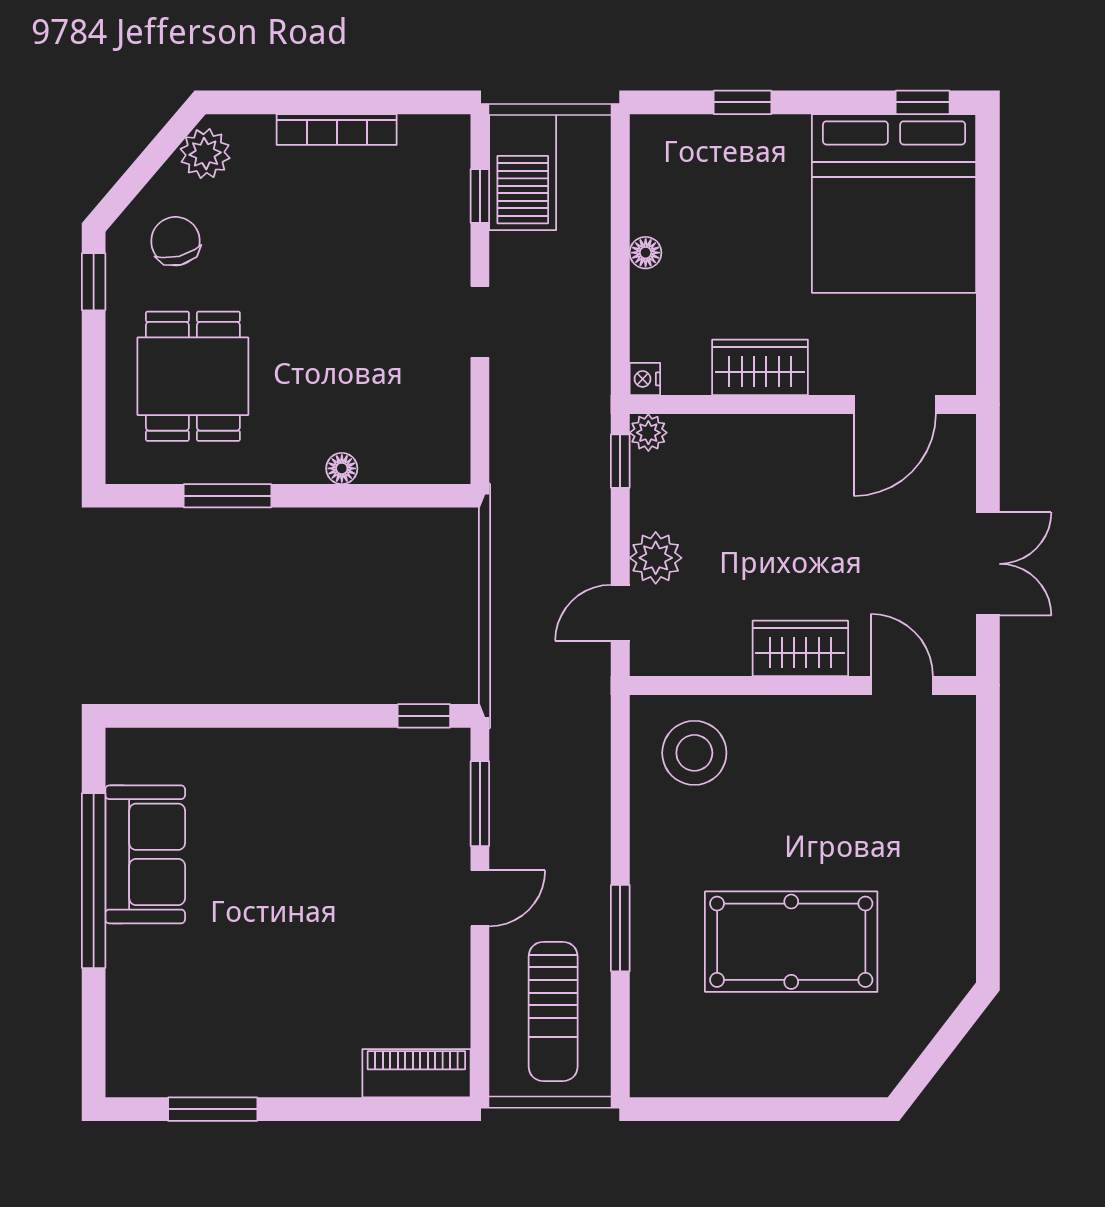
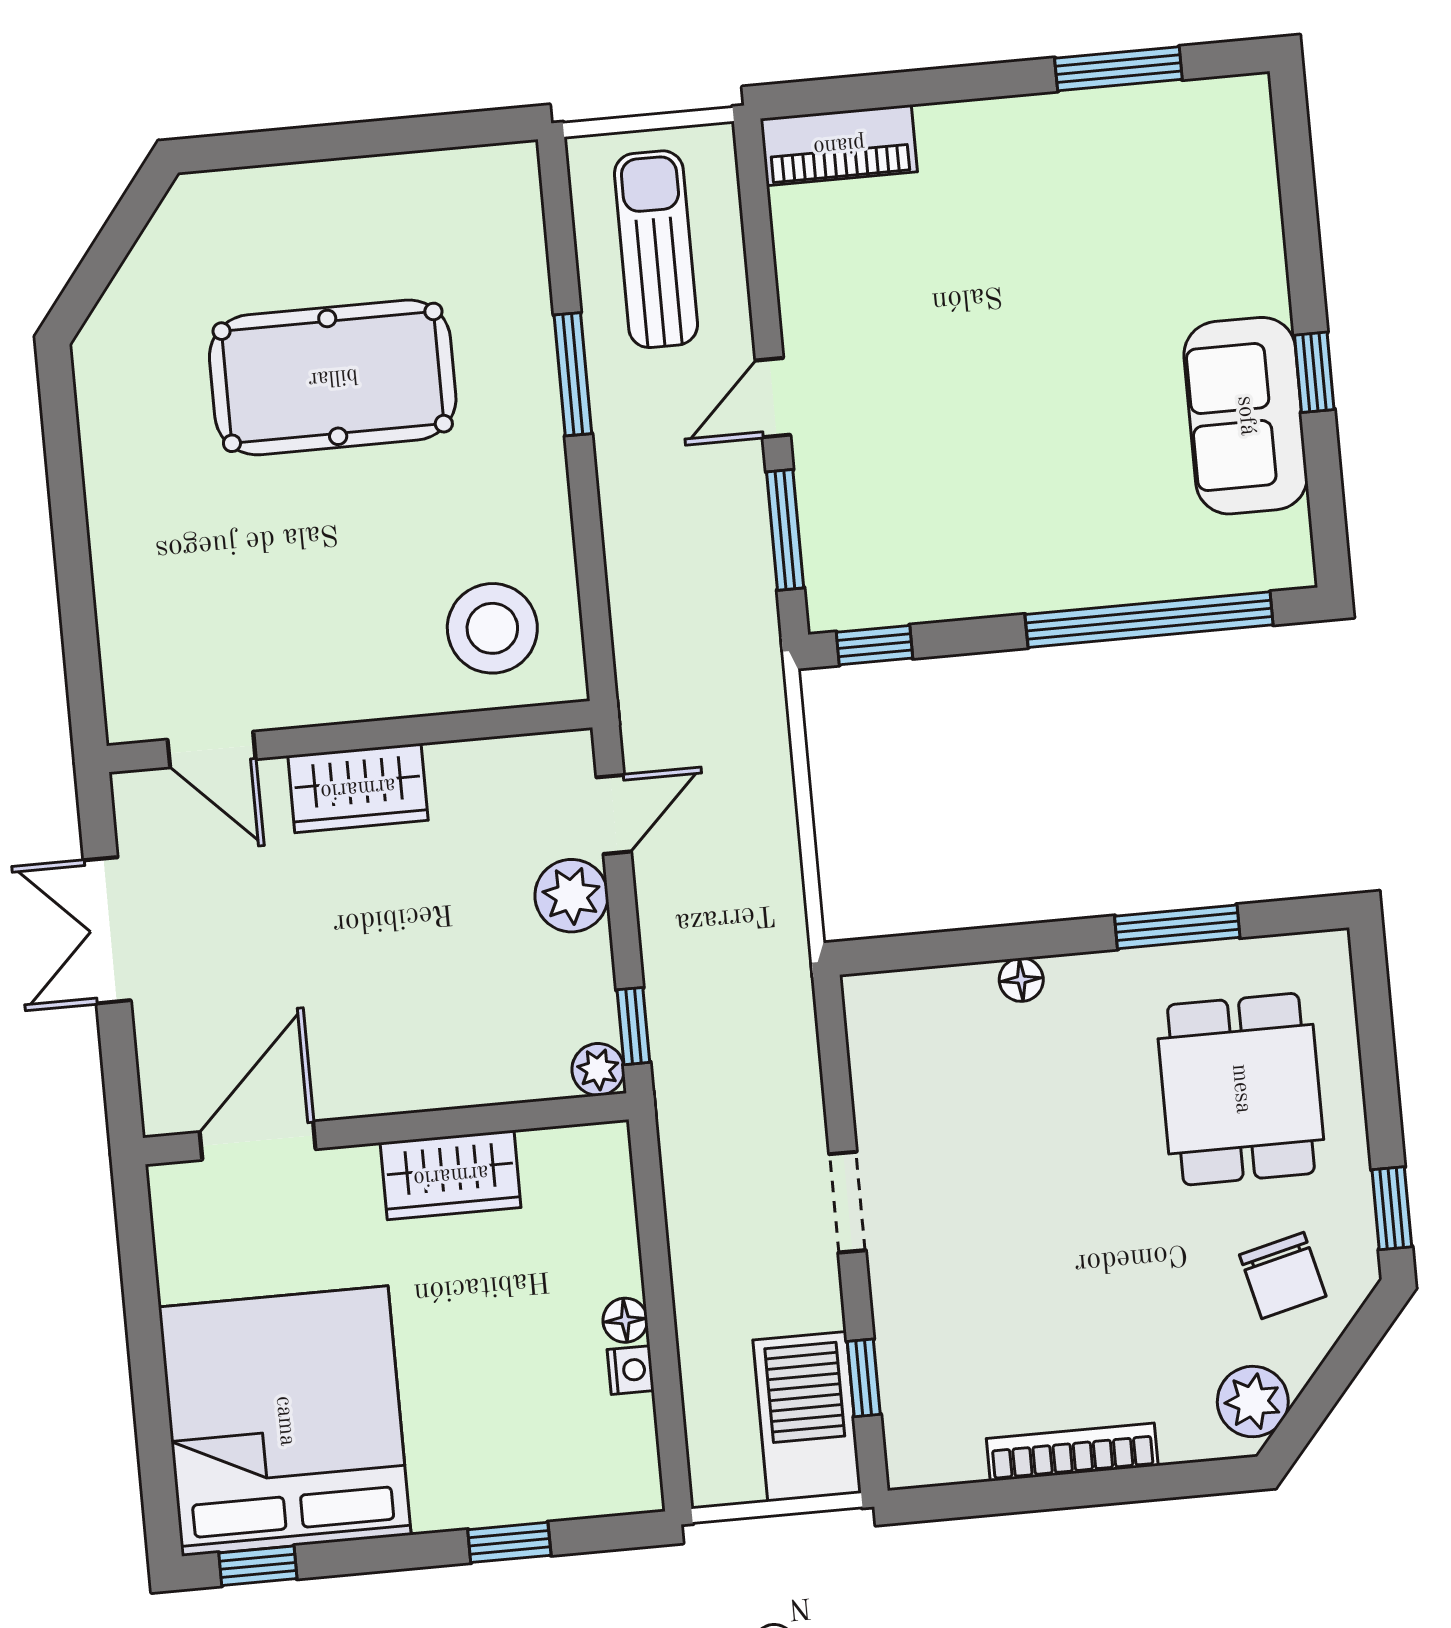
nightstand: (645, 379) -> (631, 1370), moved
window: (227, 716) -> (1149, 620), added
window: (94, 881) -> (1314, 372), width x0.32

